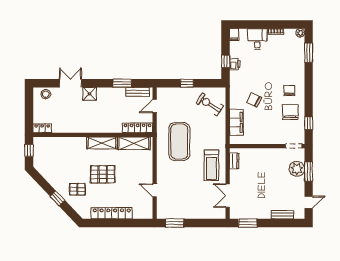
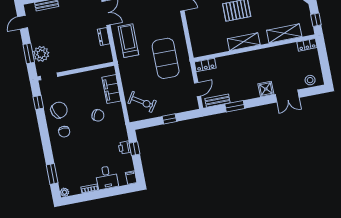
chair: (290, 112) -> (59, 110), turned -114
locker: (138, 128) -> (205, 65), width x0.66
shelving: (134, 143) -> (284, 33), moved
dresser: (234, 161) -> (104, 37), moved

